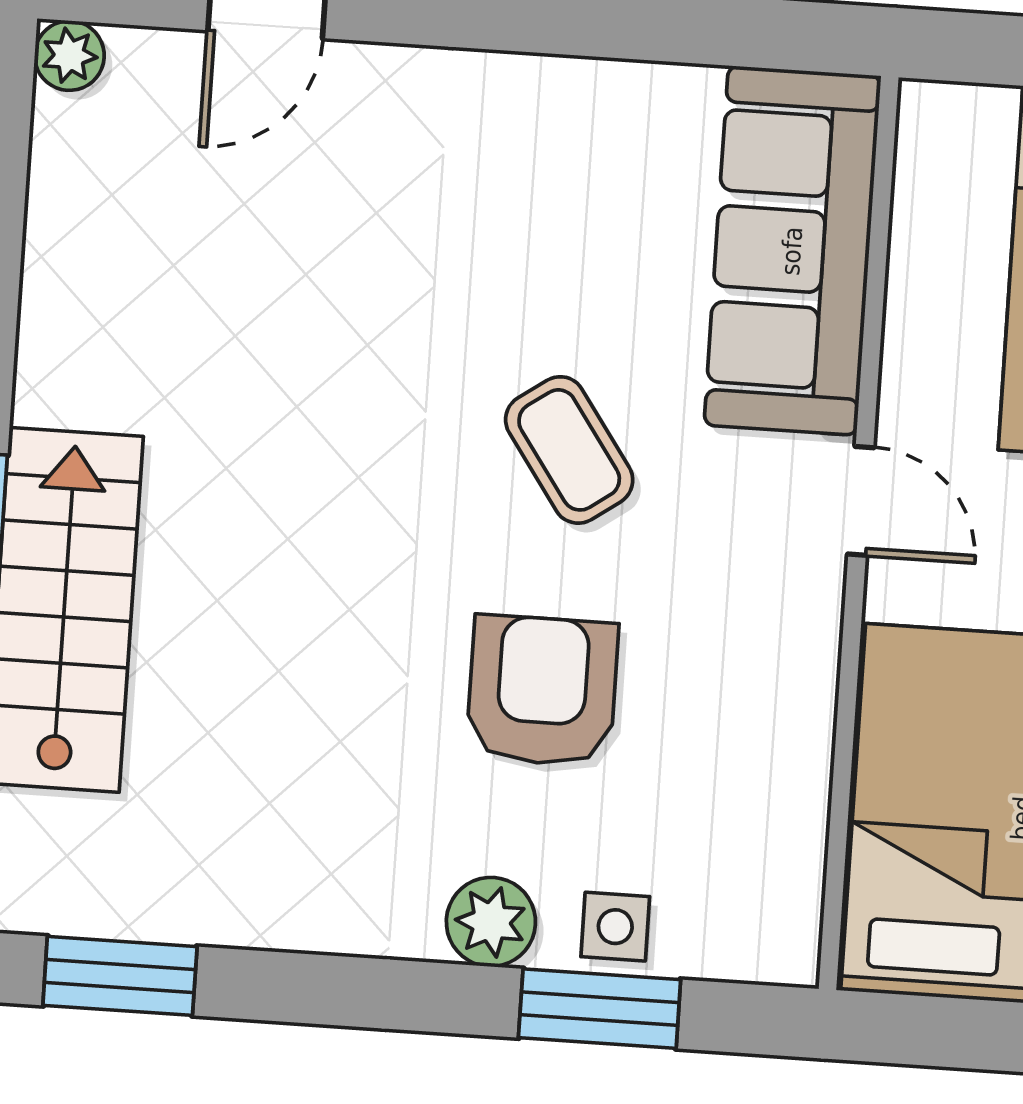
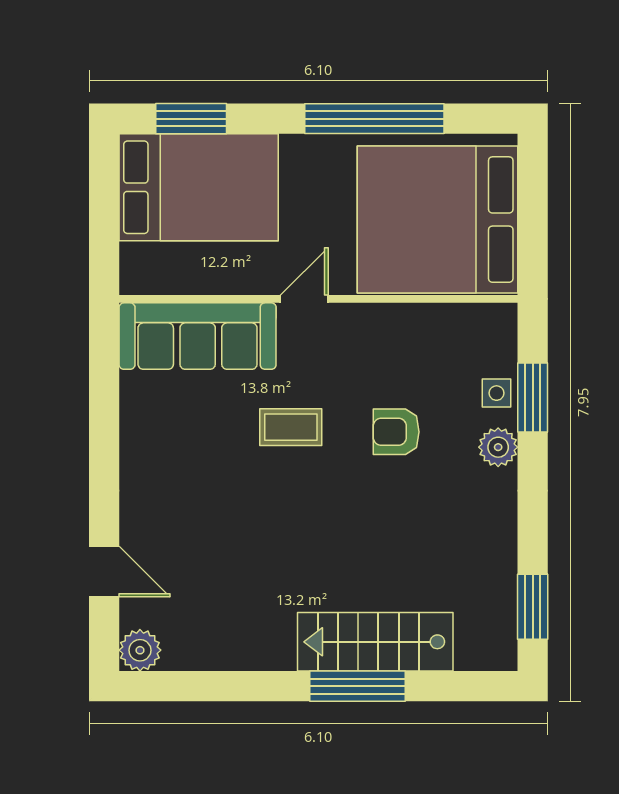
plant: (69, 56) -> (140, 650), width x1.38, depth x1.38
coffee table: (569, 450) -> (291, 427), turned 35
armchair: (542, 691) -> (396, 432), width x0.72, depth x0.72

